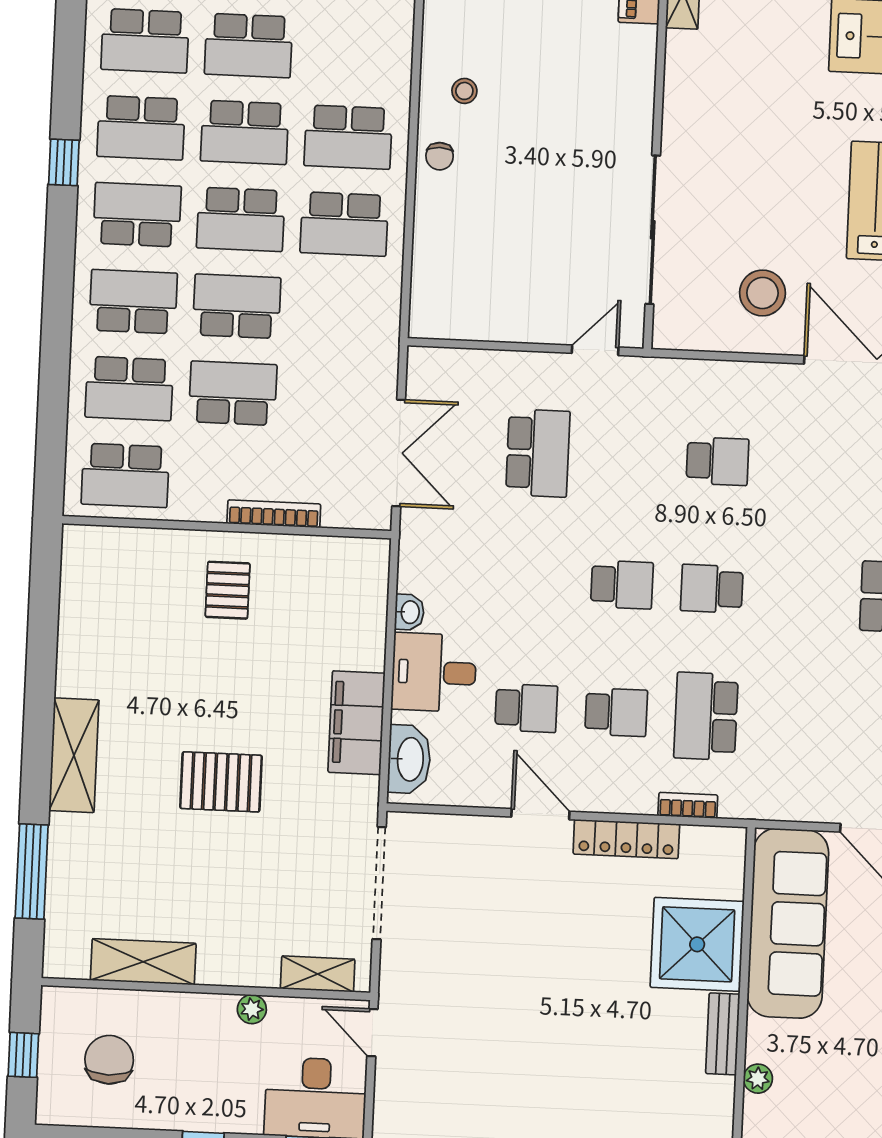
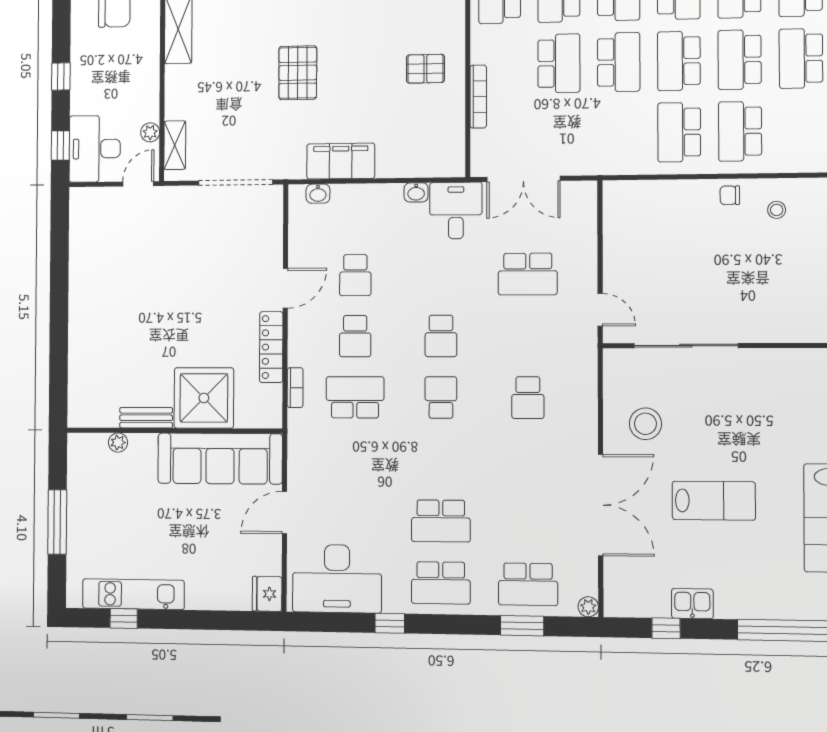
desk: (434, 672) -> (456, 210), moved
washbasin: (409, 759) -> (318, 194), width x0.52, depth x0.69
plant: (252, 1009) -> (150, 132), moved

